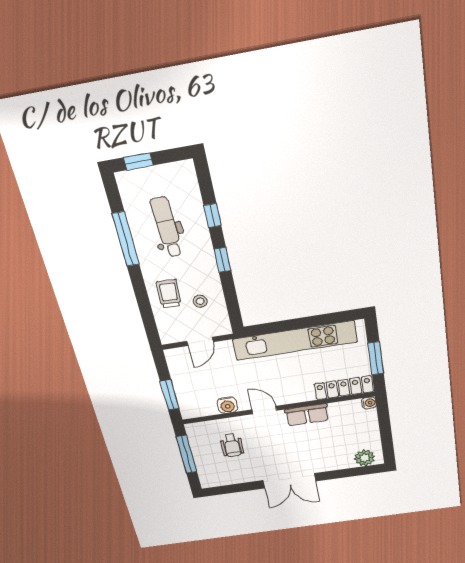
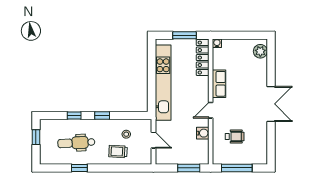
window: (138, 161) -> (36, 137), moved
window: (126, 239) -> (79, 168), width x0.46

